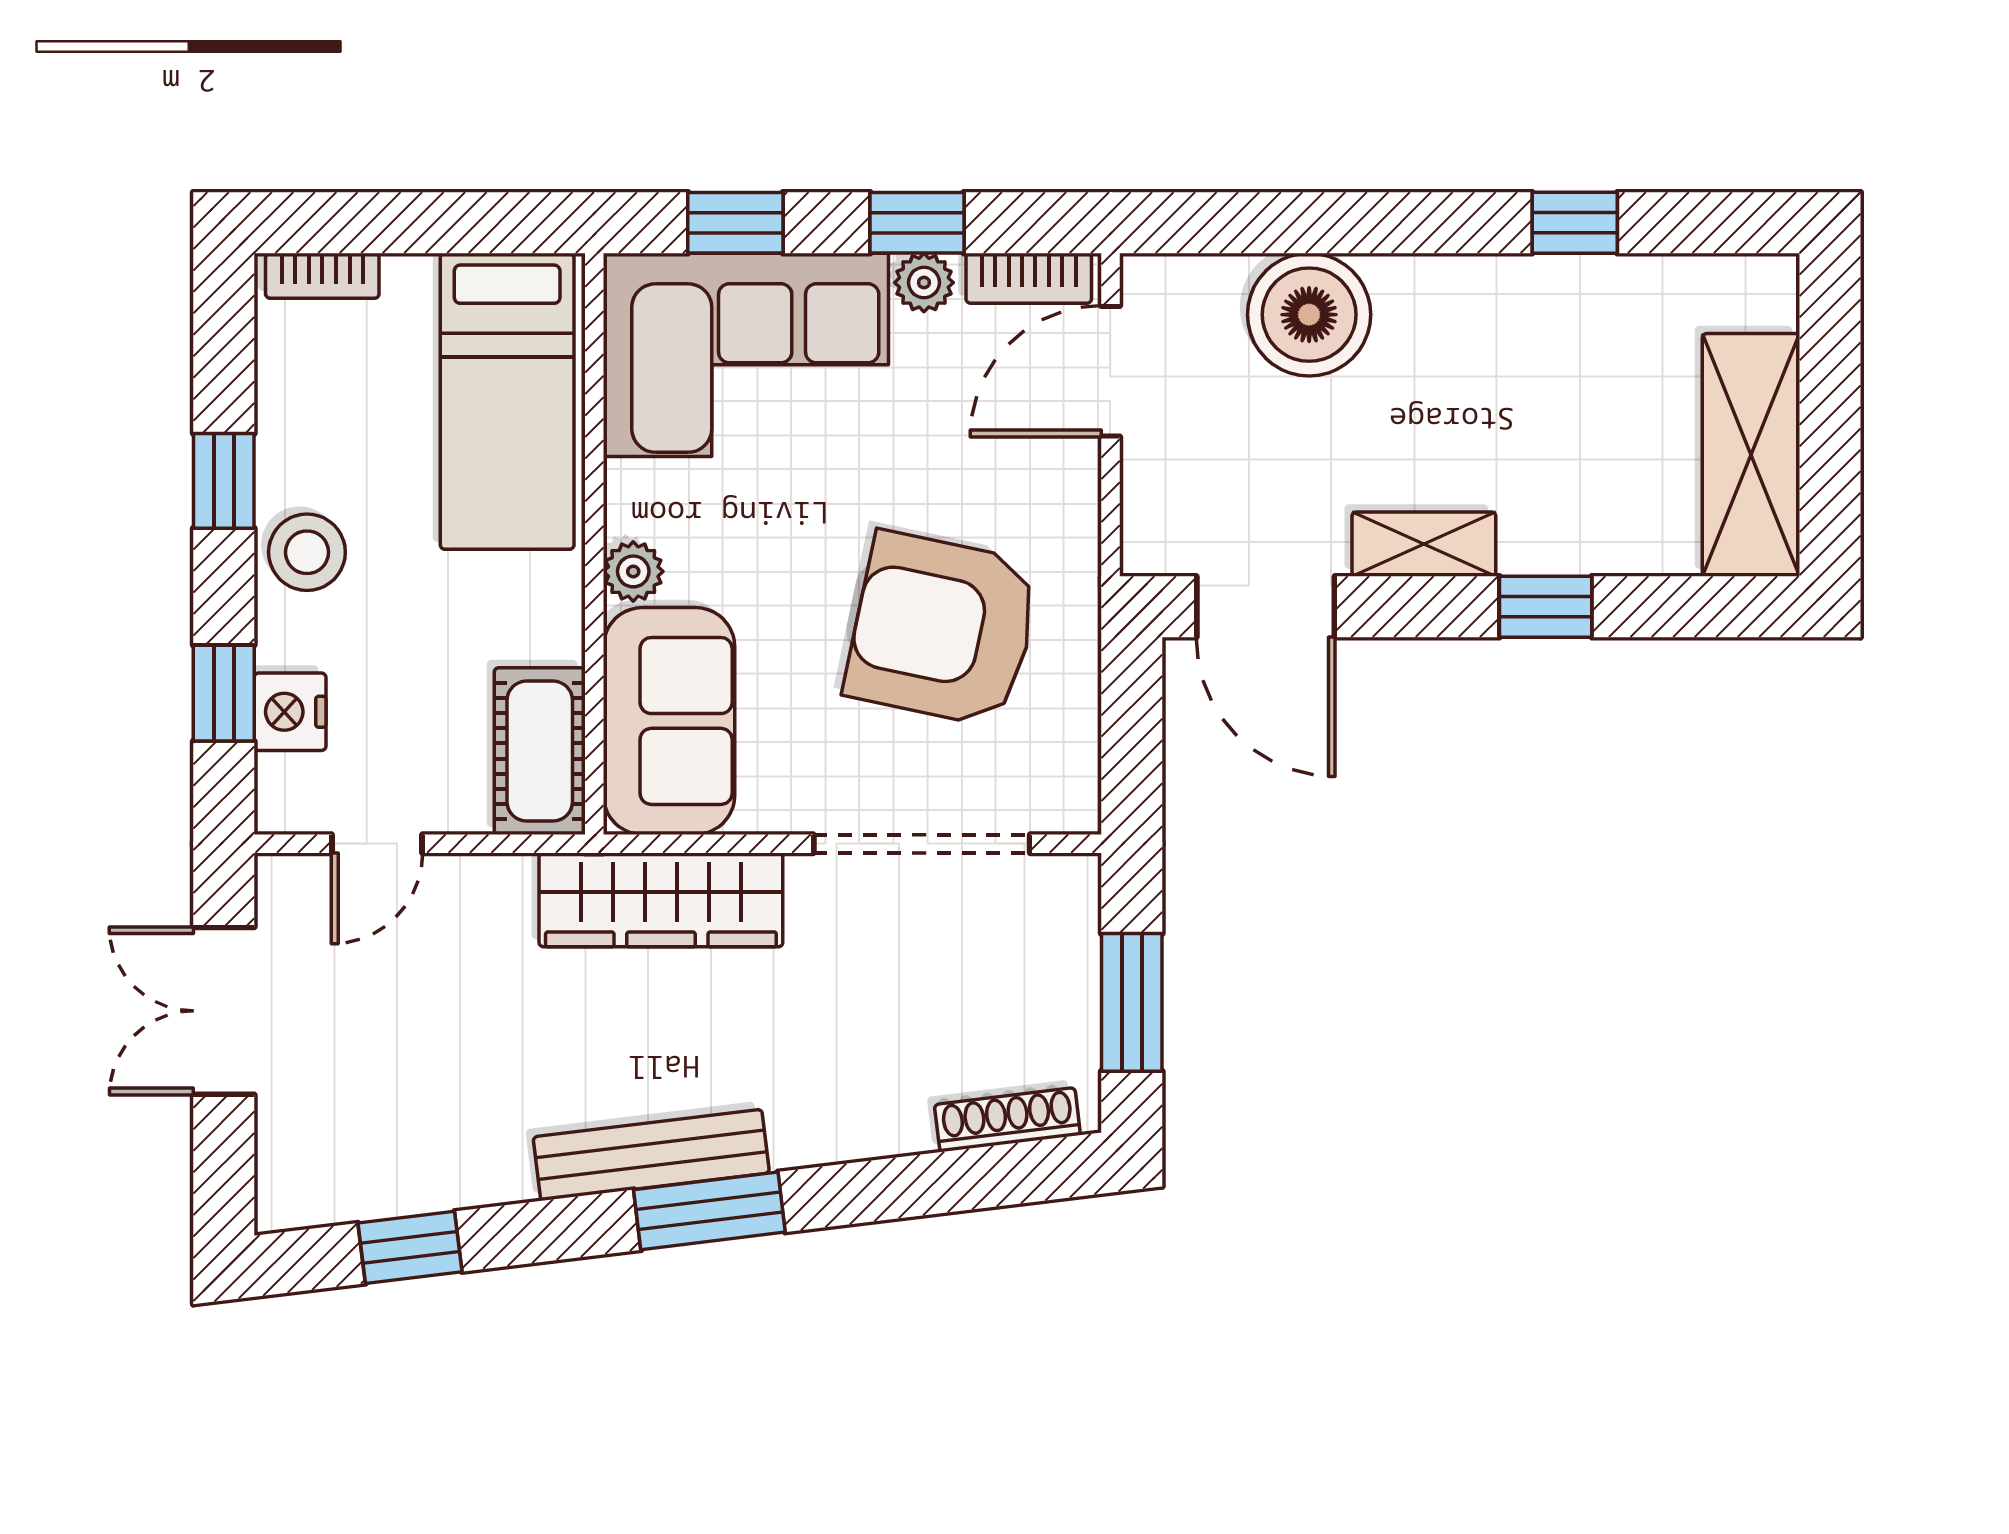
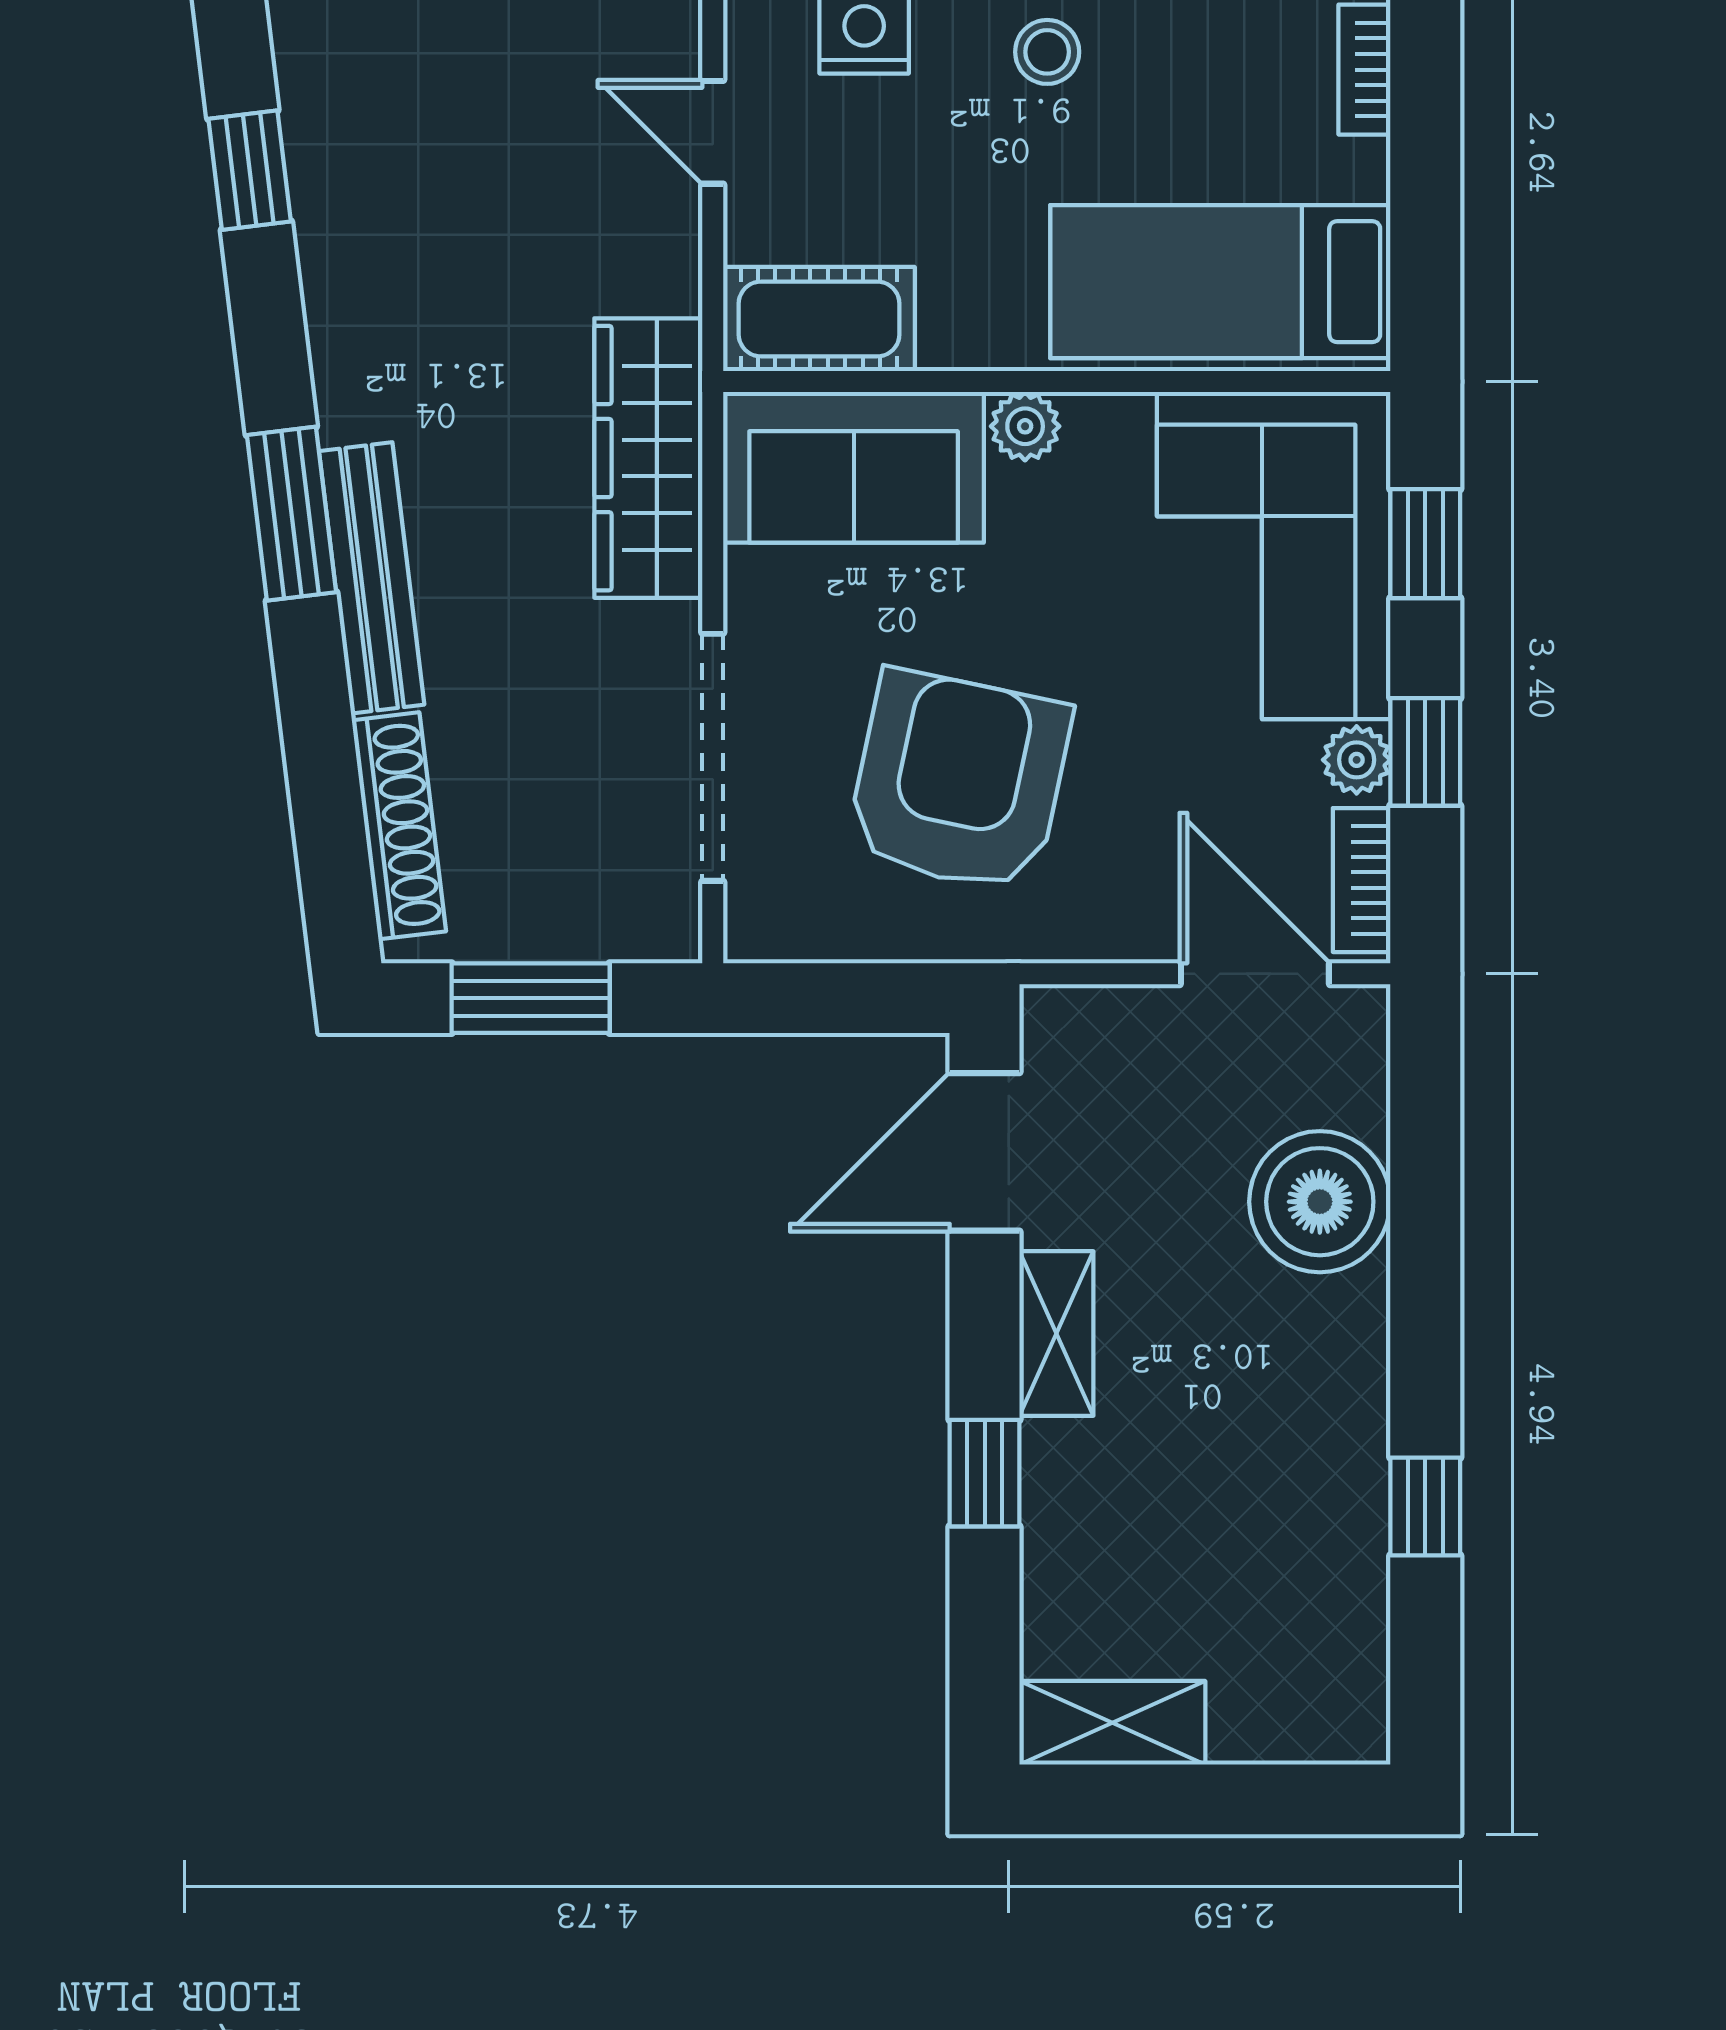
shelving: (1751, 455) -> (1112, 1723), width x0.67, depth x0.75
stool: (307, 552) -> (1047, 52), width x0.73, depth x0.73
shoe rack: (1007, 1120) -> (399, 826), width x1.36, depth x1.24
bench: (651, 1155) -> (372, 578), moved

